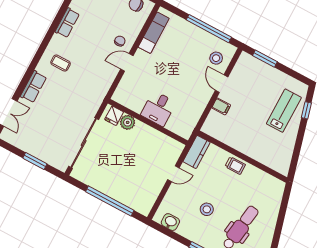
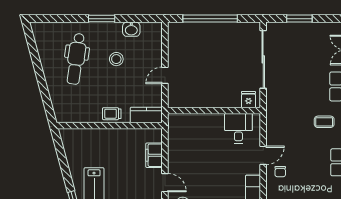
filing cabinet: (221, 106) -> (154, 155), width x2.00
desk: (158, 109) -> (238, 128), moved
plant: (128, 122) -> (233, 100), removed
kitchen counter: (197, 152) -> (146, 115), moved, turned 90
washbasin: (170, 222) -> (131, 29), moved

